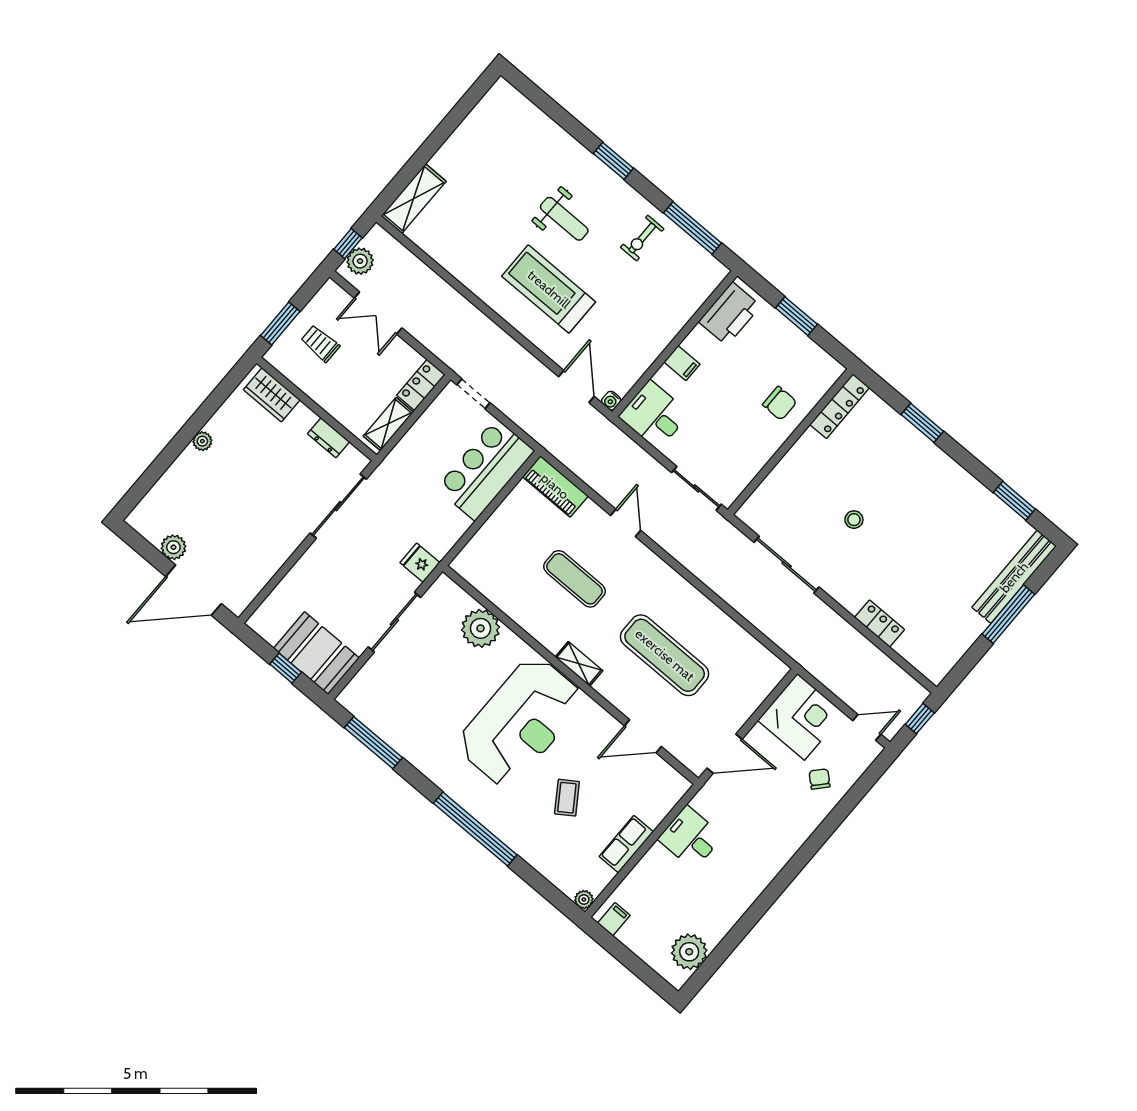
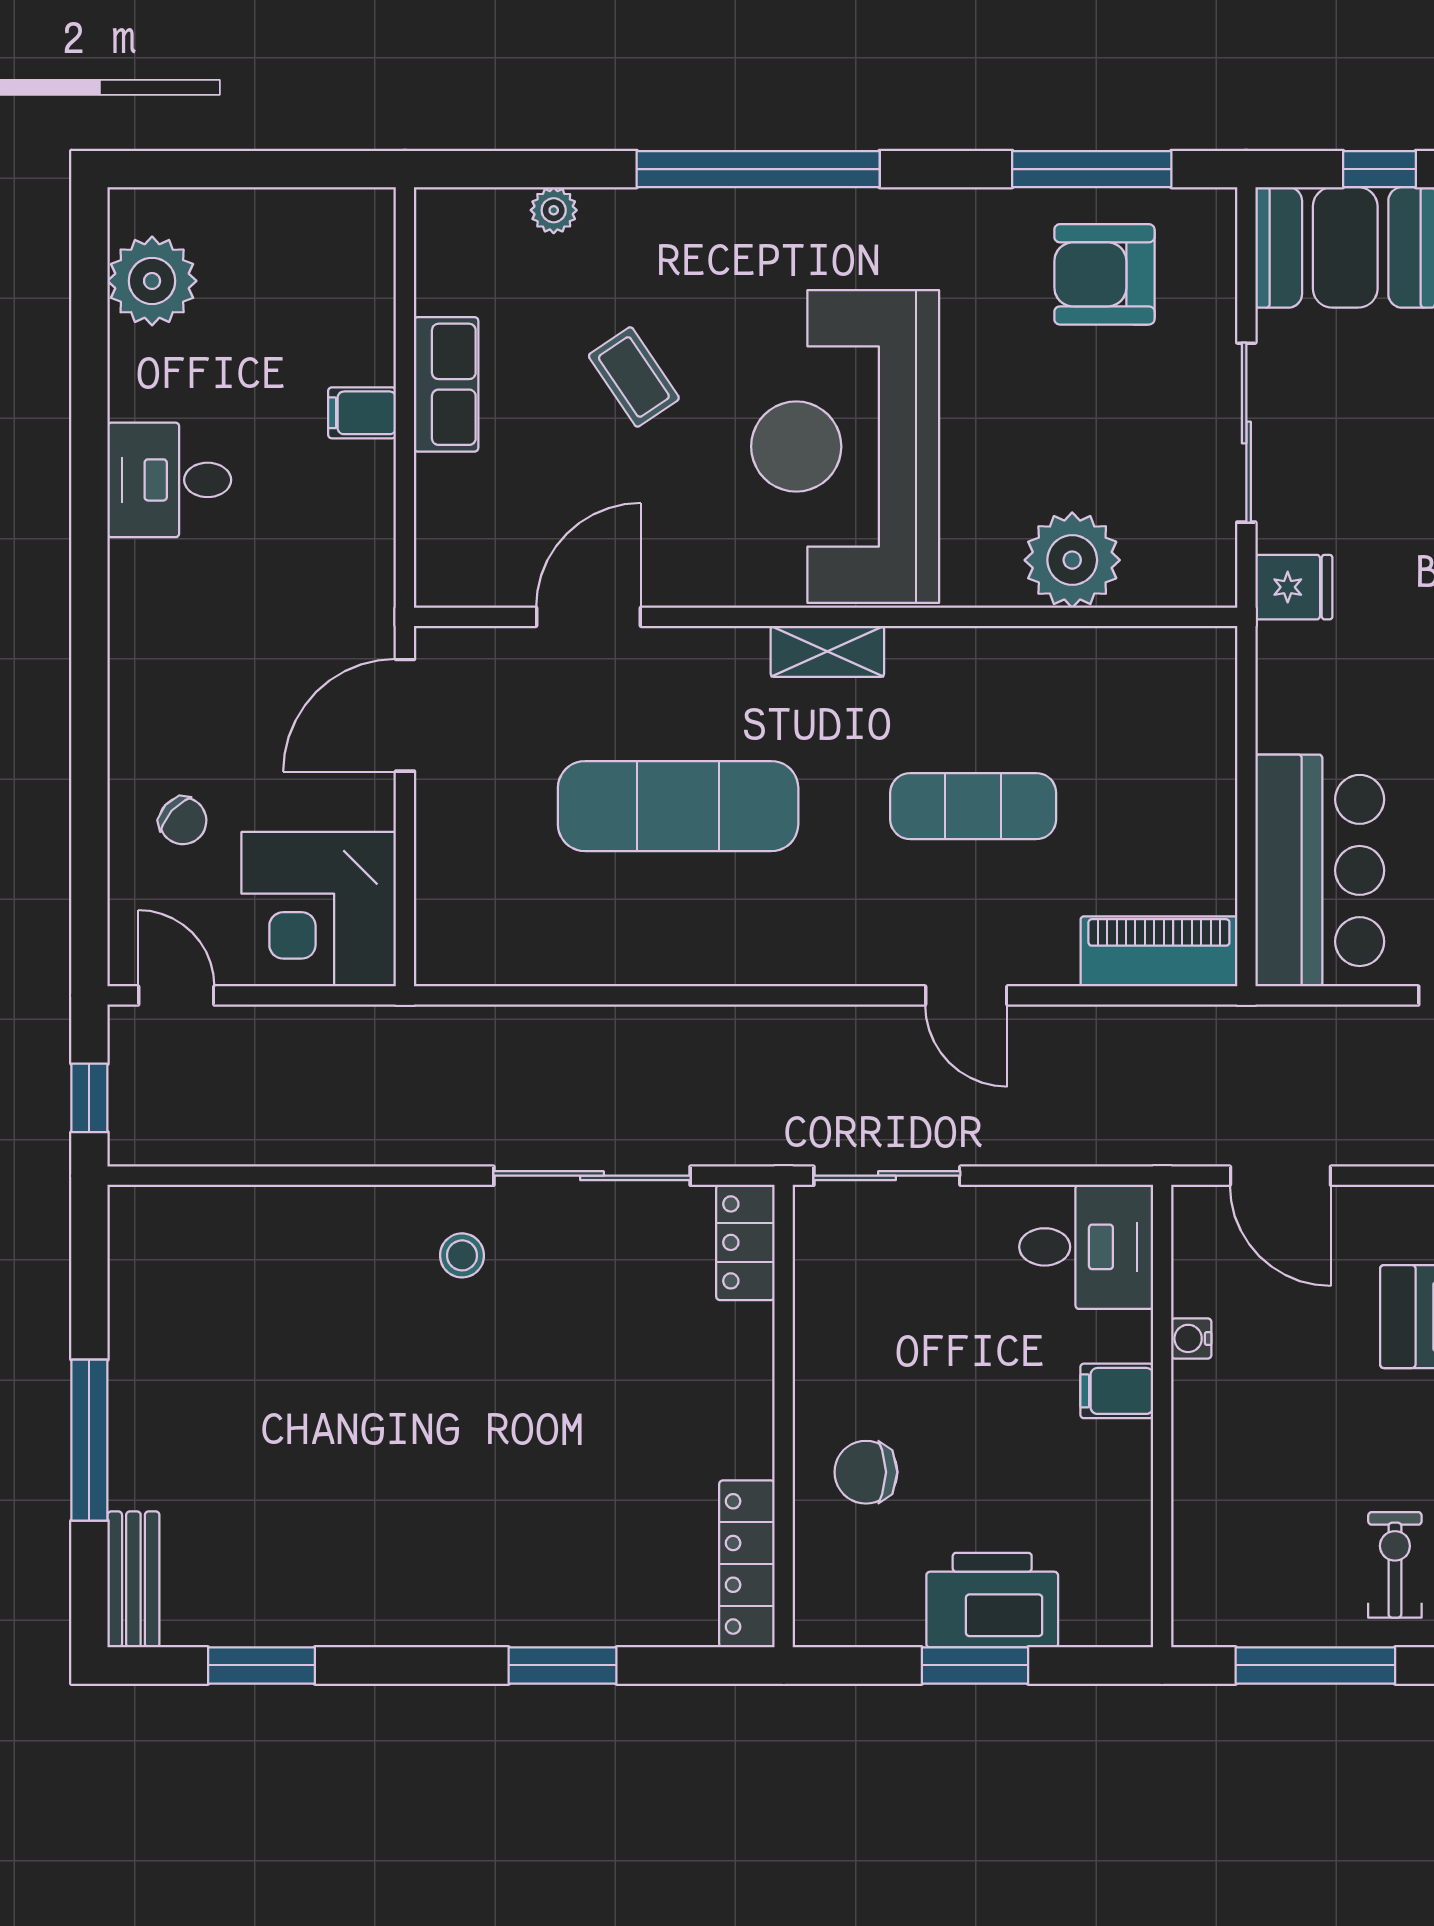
printer: (730, 314) -> (992, 1600), moved, turned 90
water cooler: (611, 401) -> (1191, 1338), moved, turned -90
stool: (854, 520) -> (462, 1255), moved
bench: (1014, 577) -> (133, 1579), width x0.54, depth x0.82
locker: (879, 623) -> (745, 1242), moved, turned 90
armchair: (397, 707) -> (1104, 274), added
door: (867, 727) -> (176, 995), swing flipped
desk: (690, 838) -> (169, 480), moved, turned 180
plant: (584, 900) -> (554, 210), moved
filing cabinet: (614, 919) -> (362, 413), moved, turned 90

